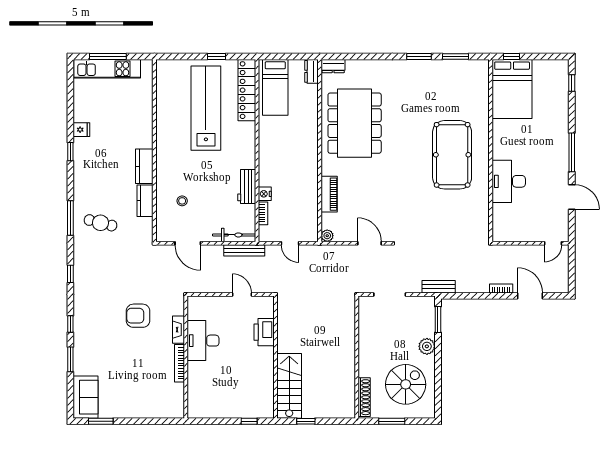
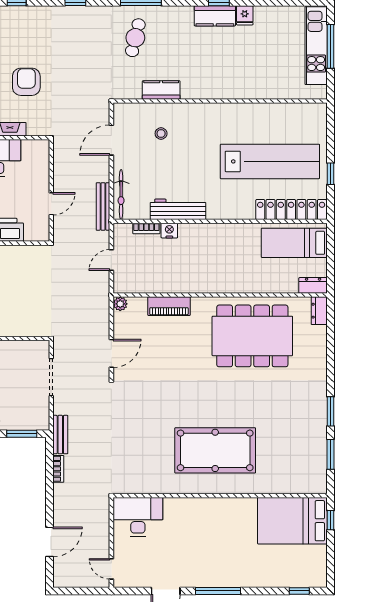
kitchen counter: (144, 166) -> (215, 16), moved, turned 180
desk: (509, 181) -> (138, 517), moved
workbench: (247, 186) -> (178, 209), width x1.38
bookcase: (501, 288) -> (58, 469), moved

